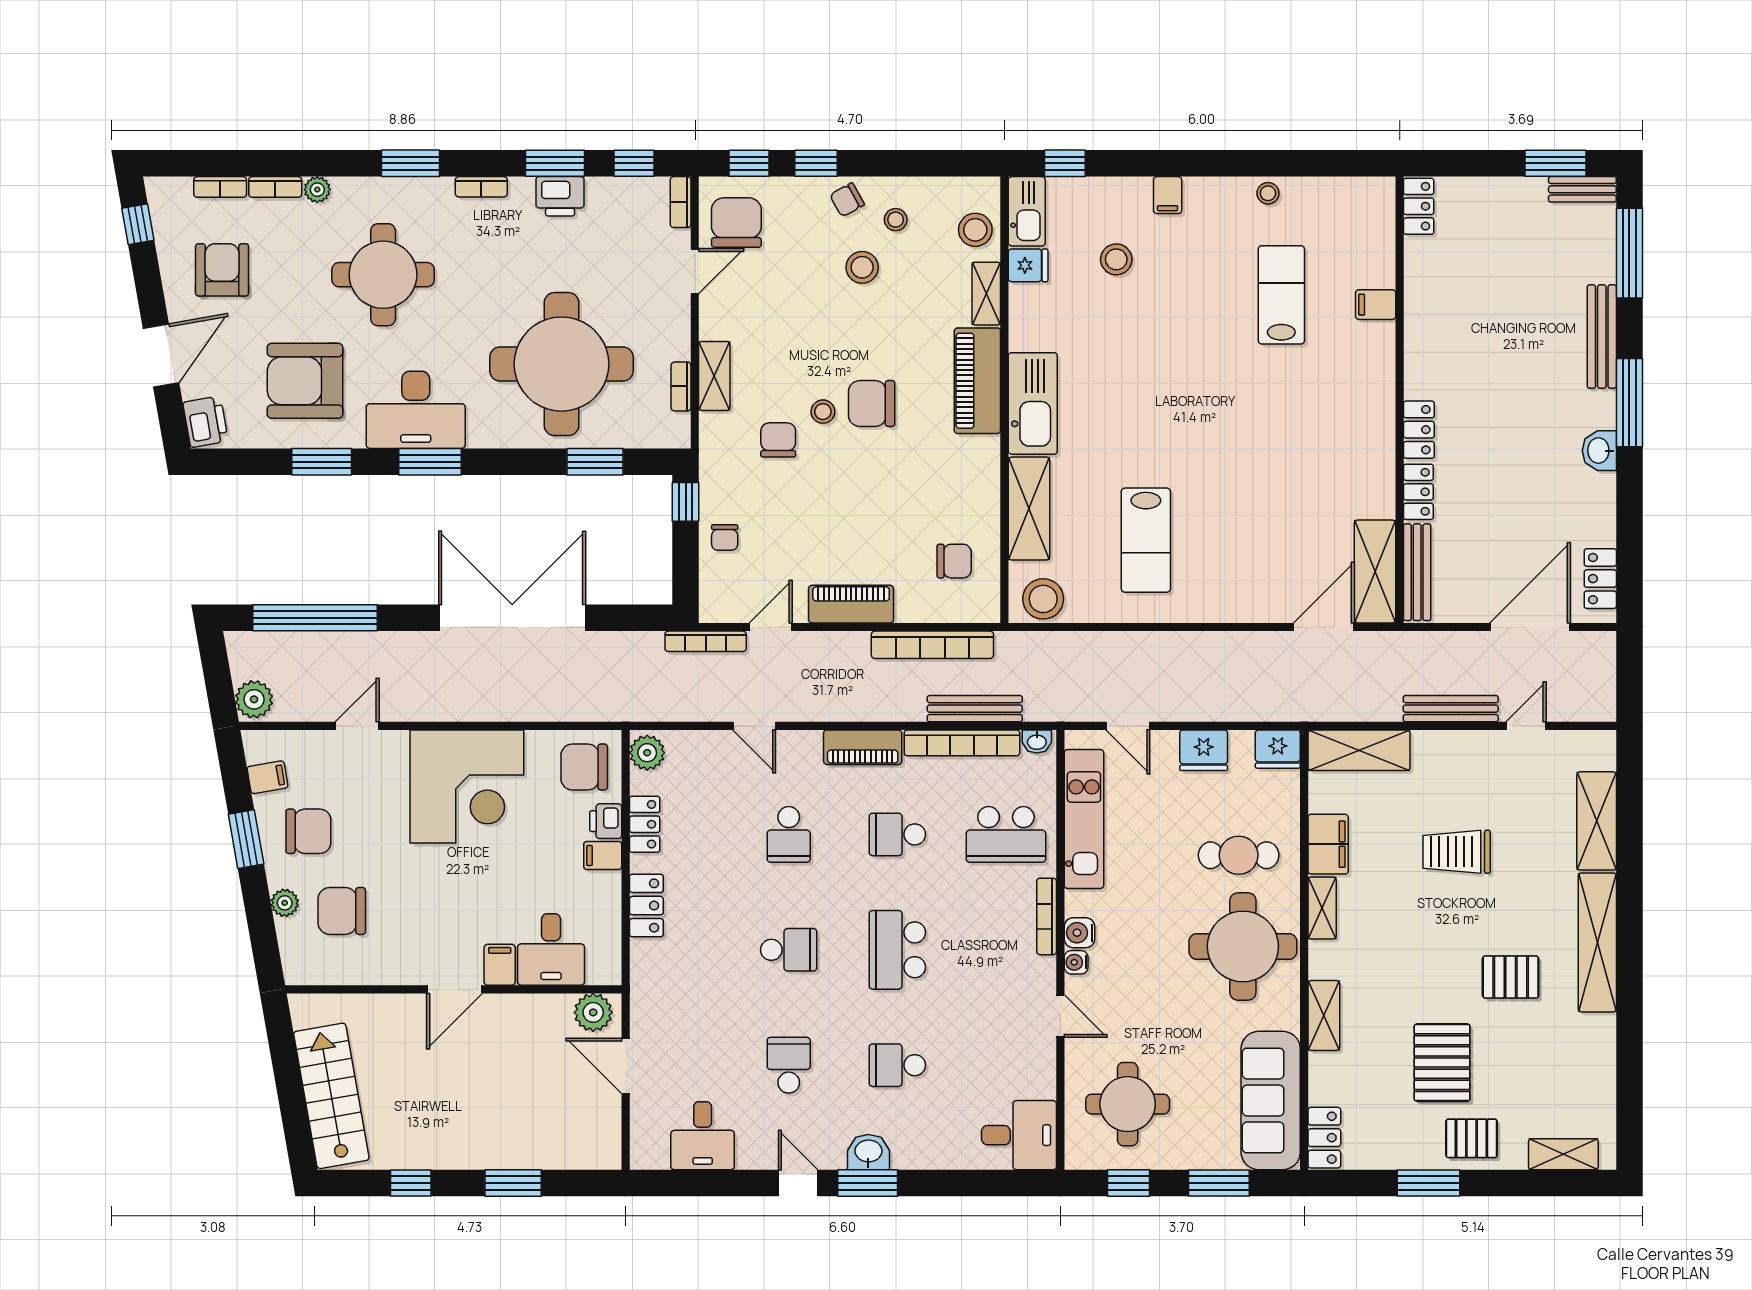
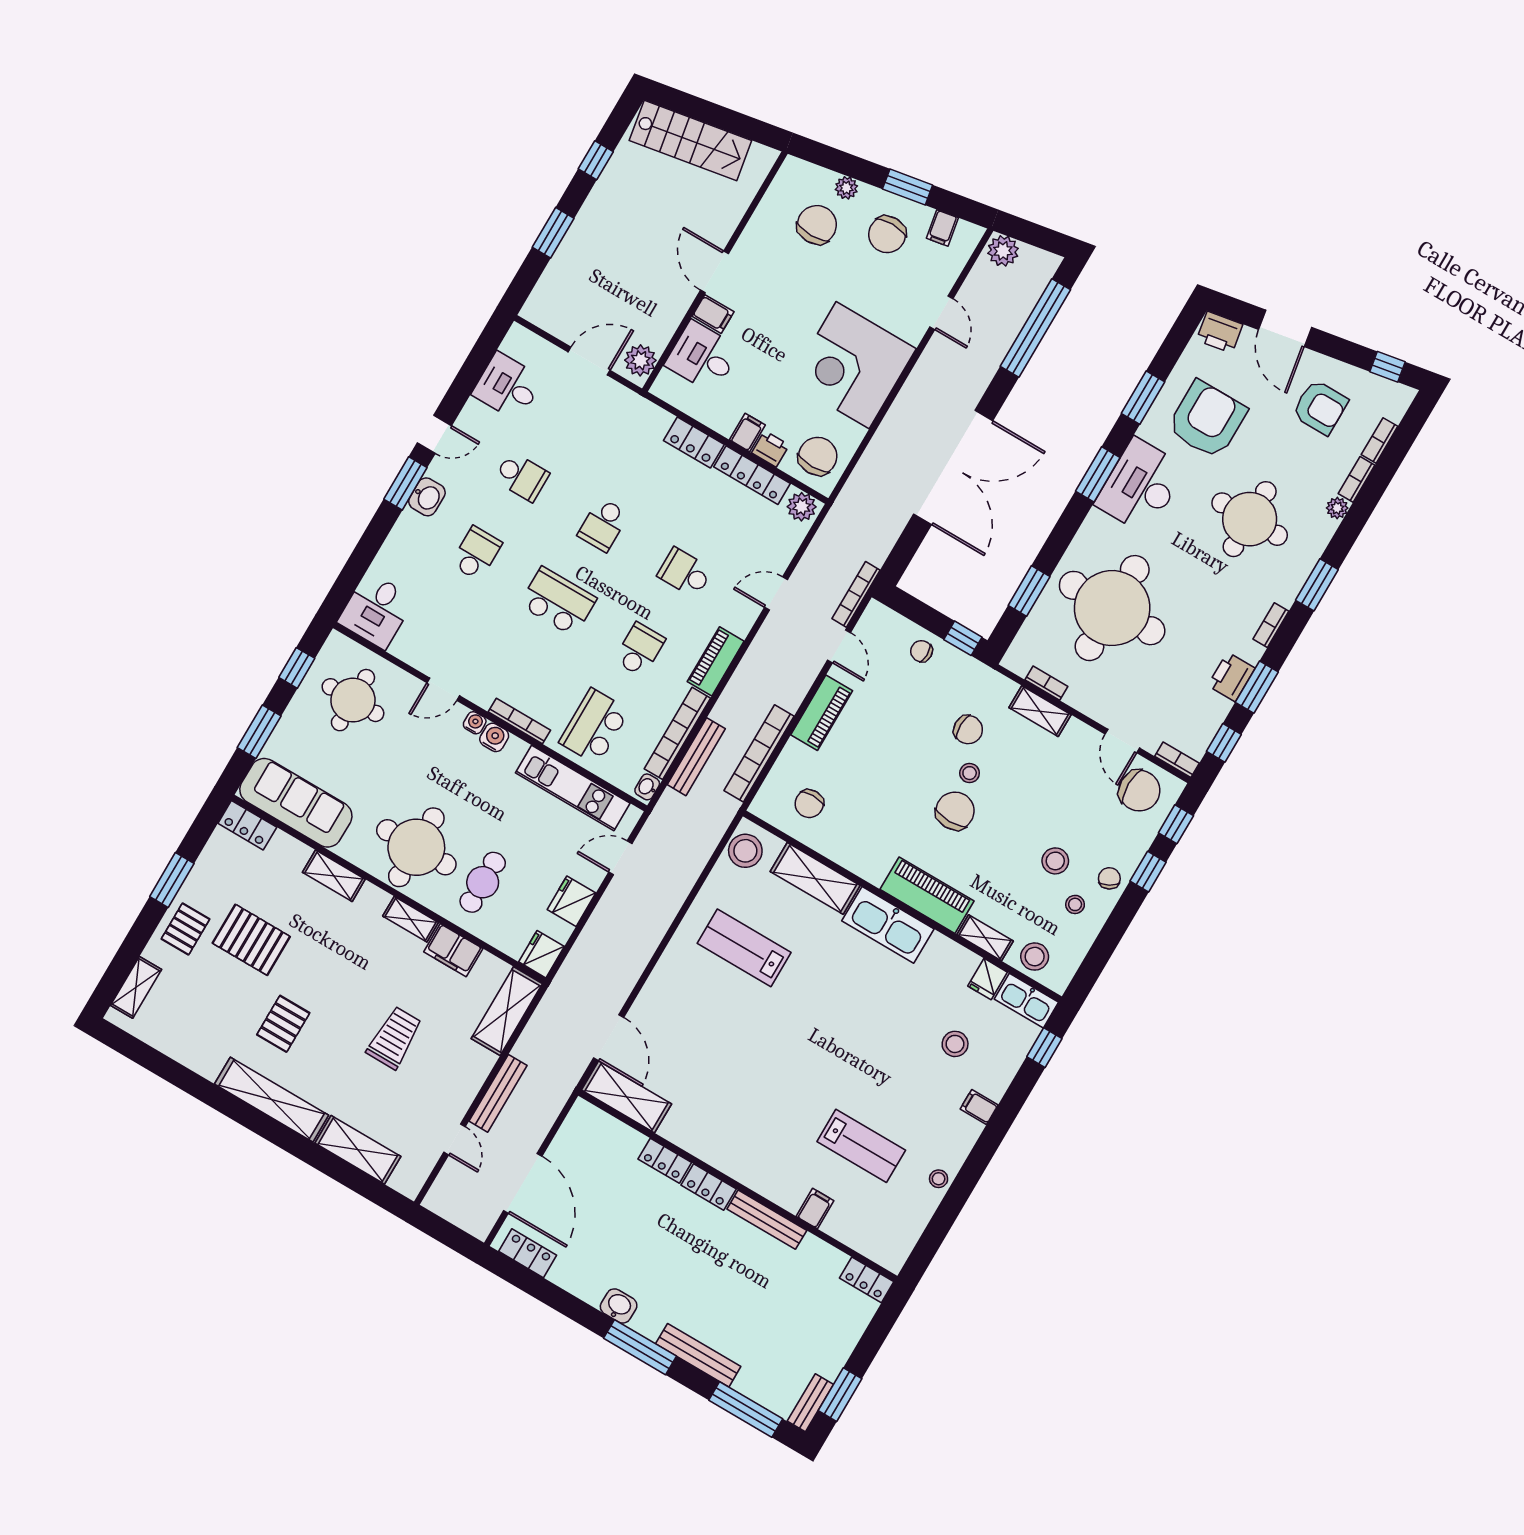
bench: (1417, 572) -> (767, 1220), moved
locker: (645, 824) -> (752, 475), width x1.53

